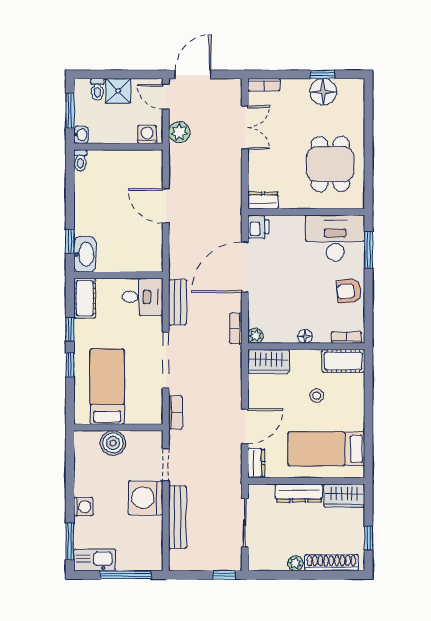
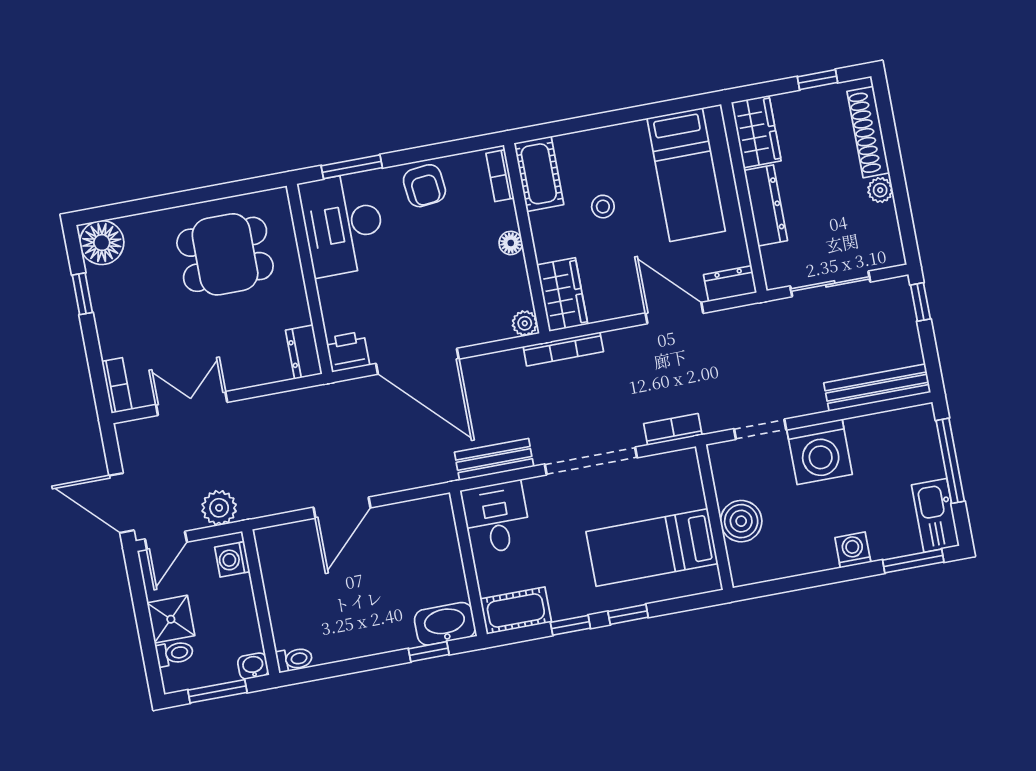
floor lamp: (323, 92) -> (102, 243), moved
bookcase: (236, 328) -> (563, 349), moved, width x1.56
bench: (178, 517) -> (877, 388), moved

